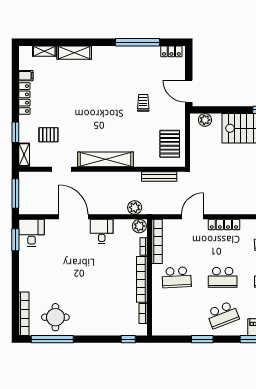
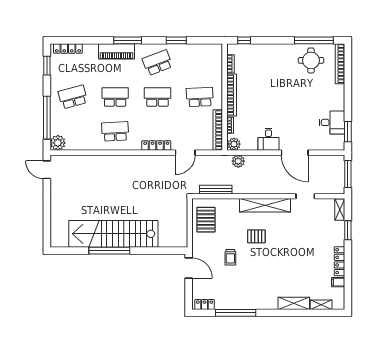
plant: (205, 120) -> (174, 242), removed
pallet: (48, 135) -> (256, 236), moved
desk: (32, 233) -> (332, 122), moved, turned -90

